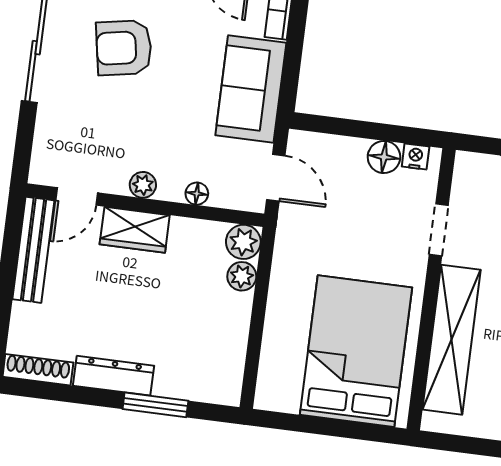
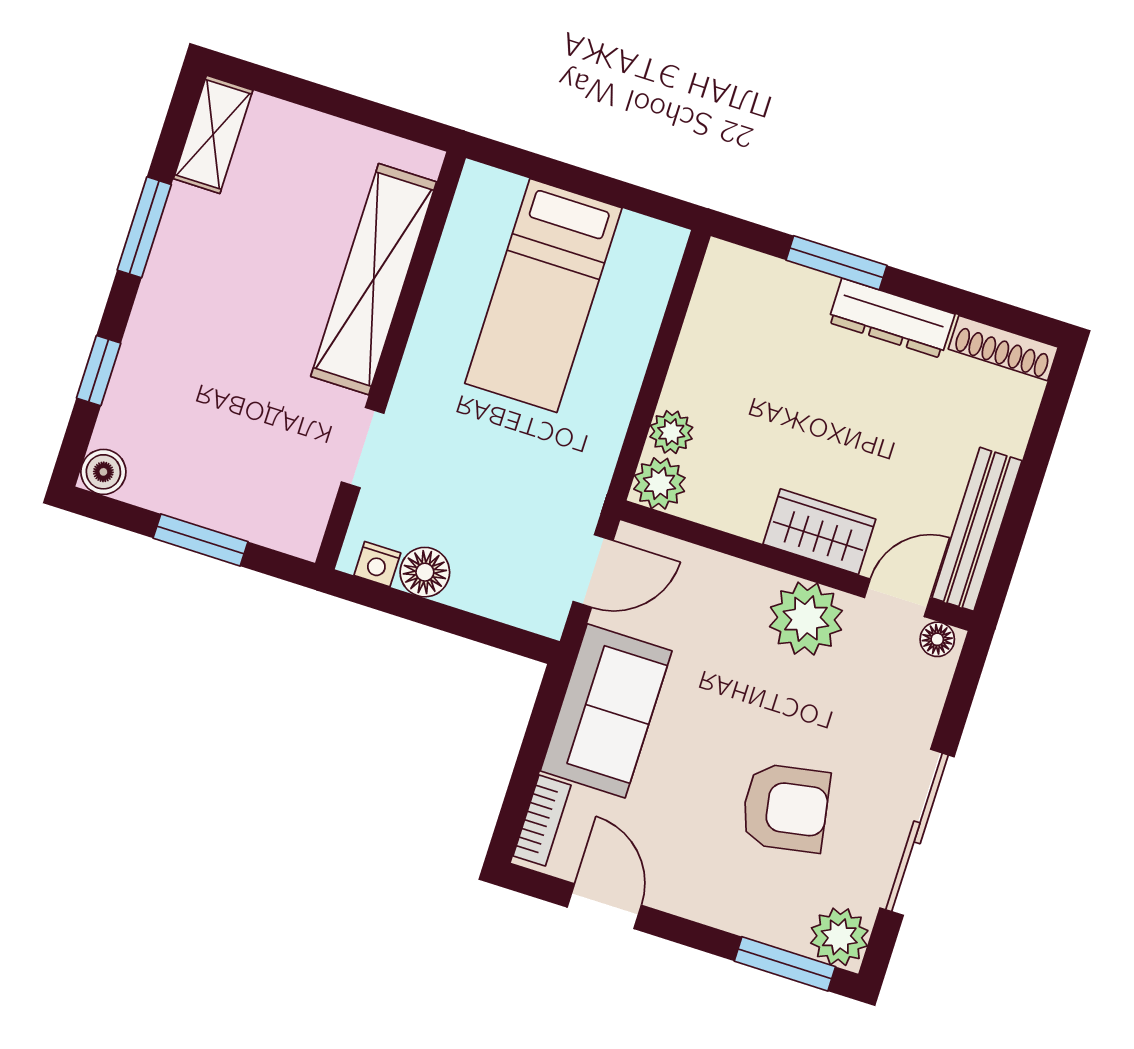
door: (276, 178) -> (593, 571), swing flipped
plant: (143, 185) -> (806, 619), width x1.88, depth x1.88
floor lamp: (197, 194) -> (937, 639), moved
bed: (356, 351) -> (543, 296), width x0.67

